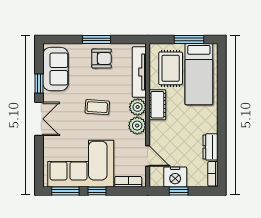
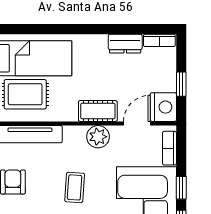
cot: (157, 105) -> (98, 111), moved
plant: (138, 107) -> (74, 136), removed
nightstand: (175, 177) -> (163, 107), moved

